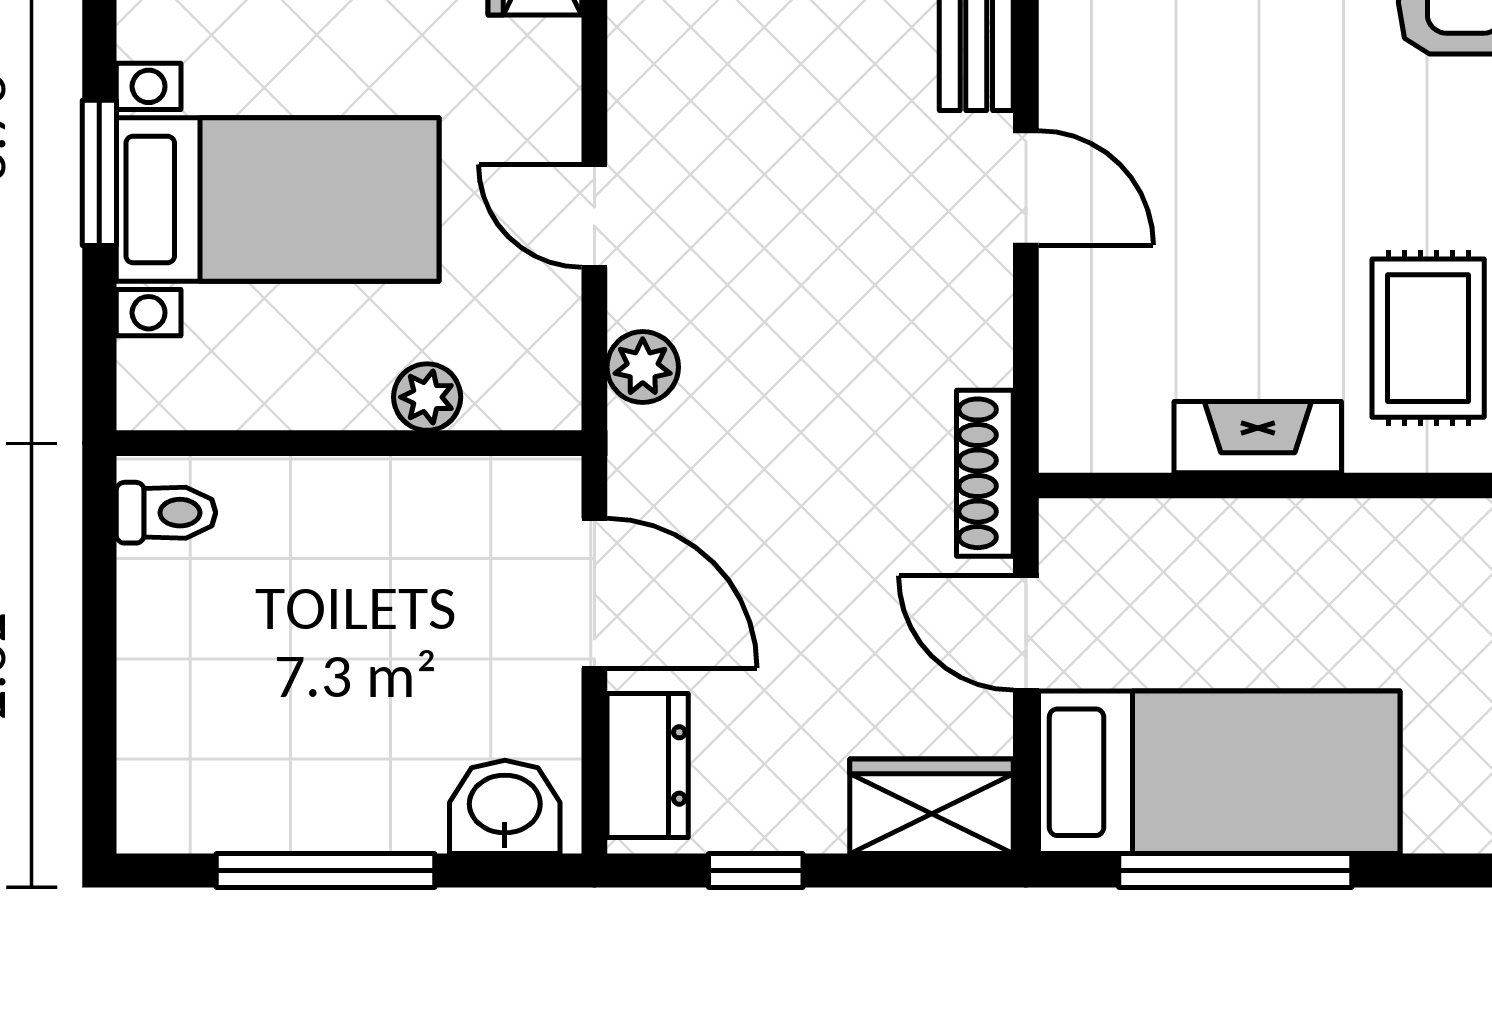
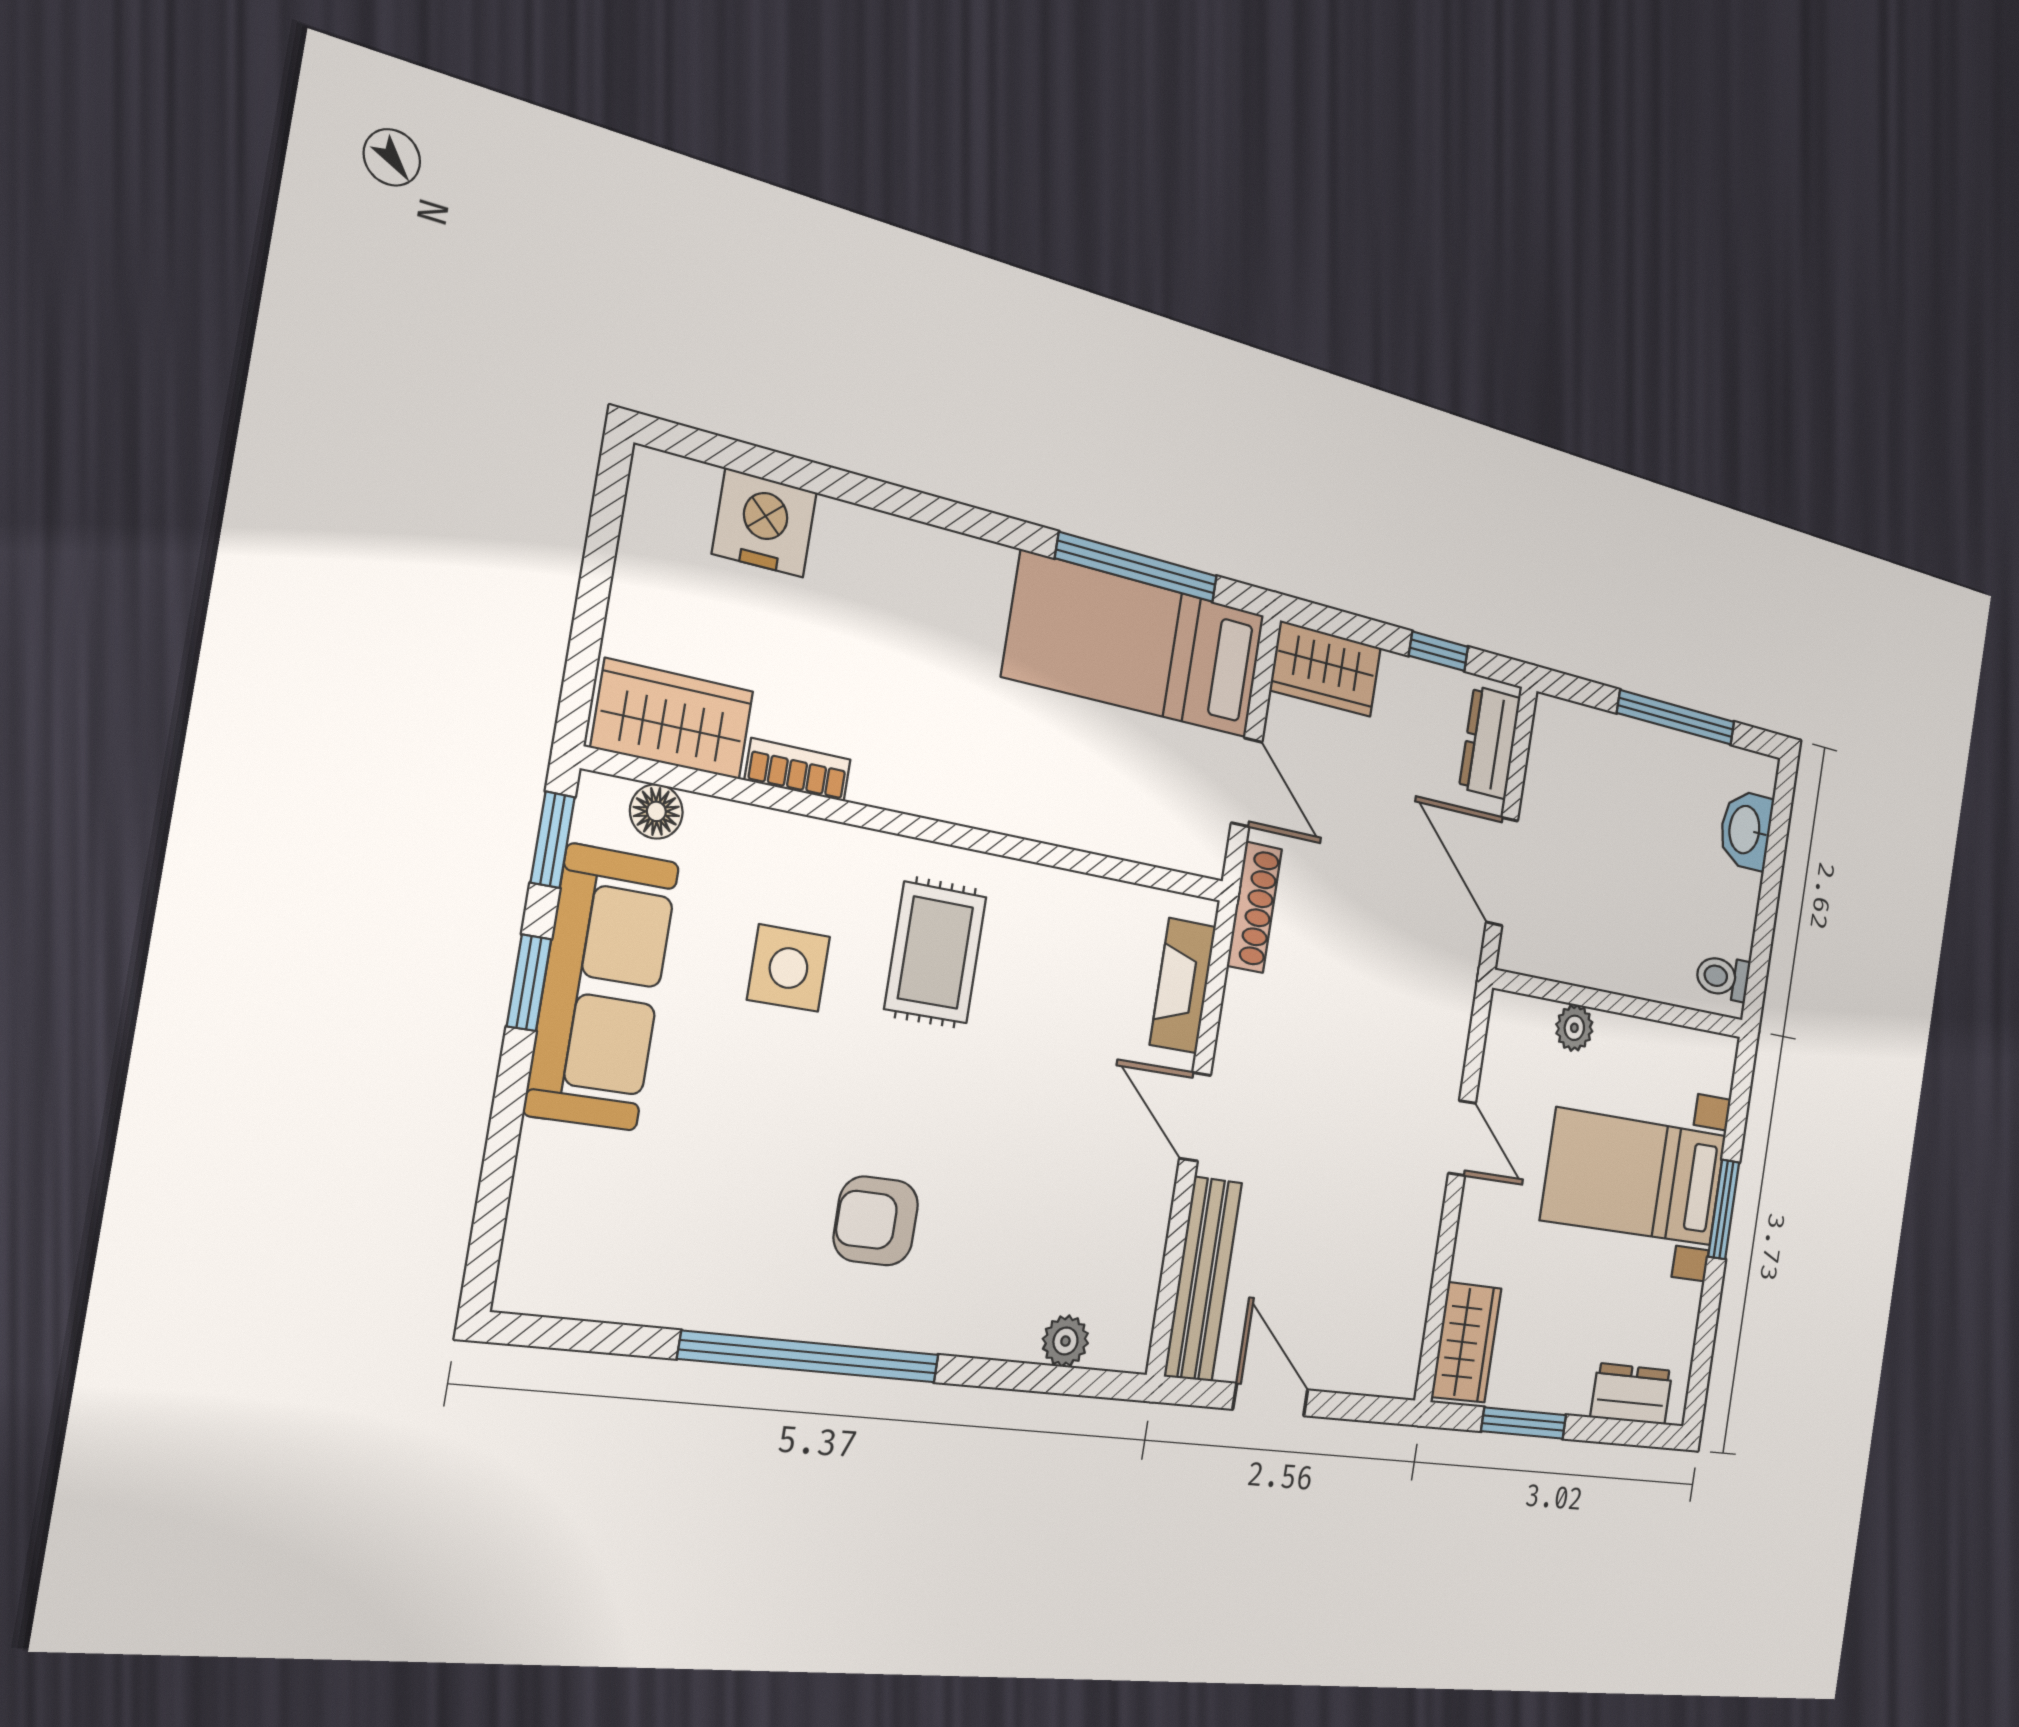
plant: (643, 367) -> (1450, 1026), removed
fireplace: (1258, 437) -> (1183, 986), moved, turned 90
washbasin: (505, 807) -> (1746, 830), moved, turned 90

